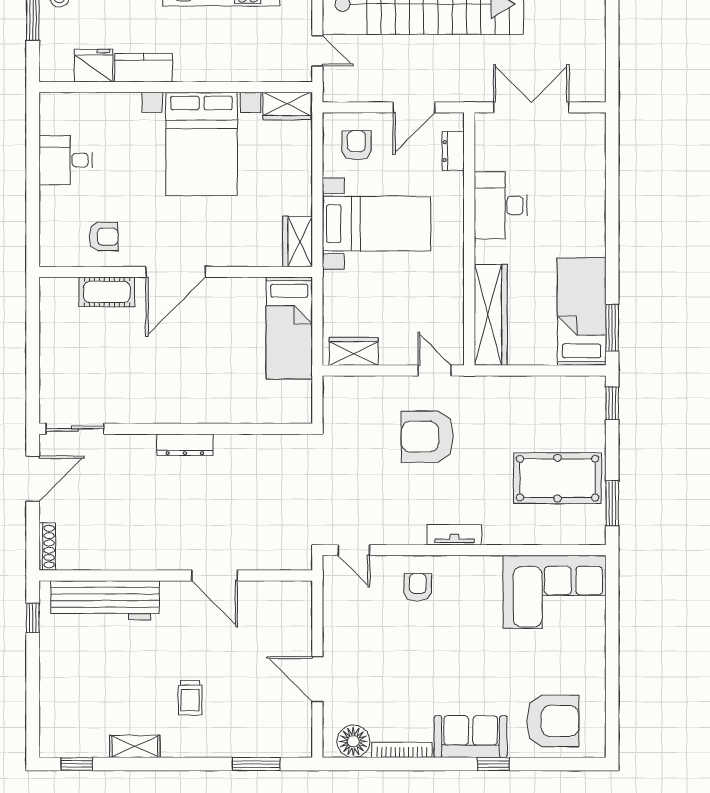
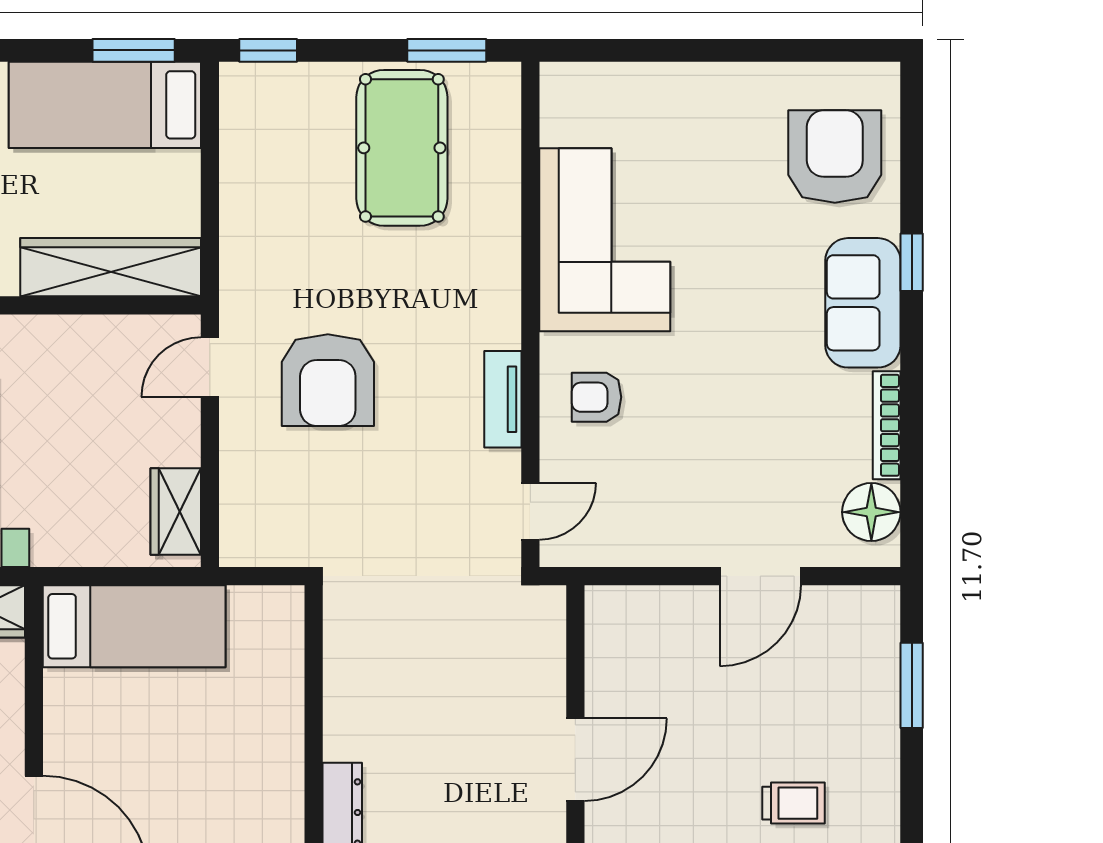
tv unit: (454, 535) -> (503, 399), moved
corner sofa: (554, 592) -> (605, 240), moved

